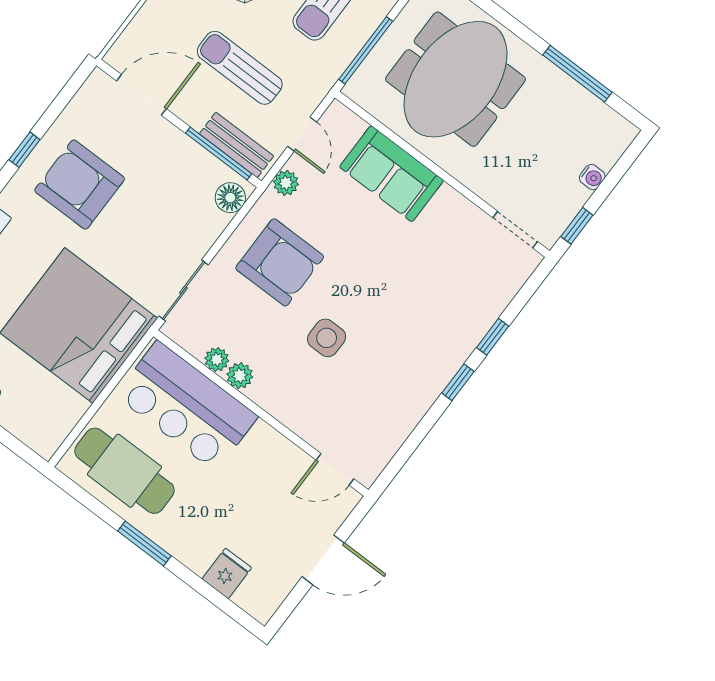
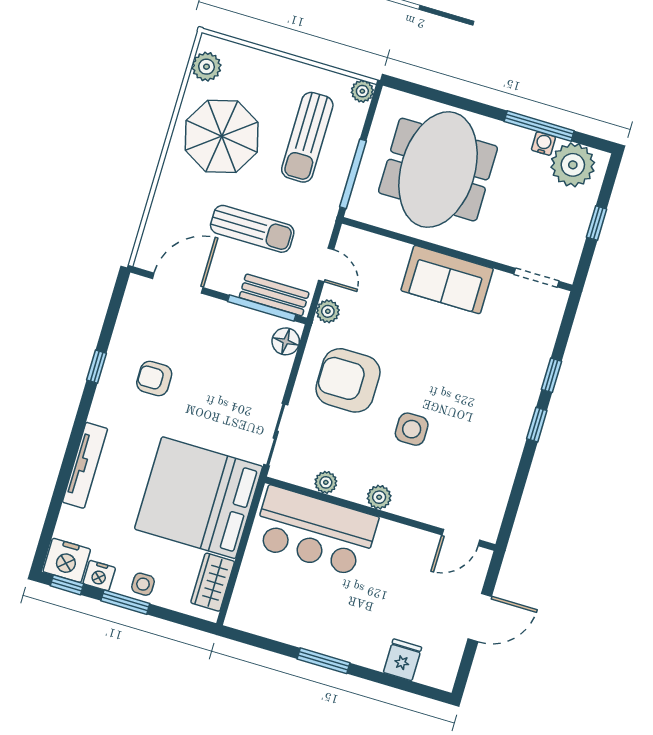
sun lounger: (240, 68) -> (252, 229), turned 180
plant: (597, 127) -> (573, 165), added
sofa: (391, 174) -> (447, 280), moved
water cooler: (592, 177) -> (543, 144), moved, turned -90
armchair: (80, 185) -> (154, 378), width x0.53, depth x0.53
window: (577, 226) -> (597, 223), moved
armchair: (280, 262) -> (348, 380), turned 180
plant: (240, 376) -> (379, 497), moved
wardrobe: (60, 419) -> (213, 582), added
cafe table: (124, 471) -> (283, 606), removed

